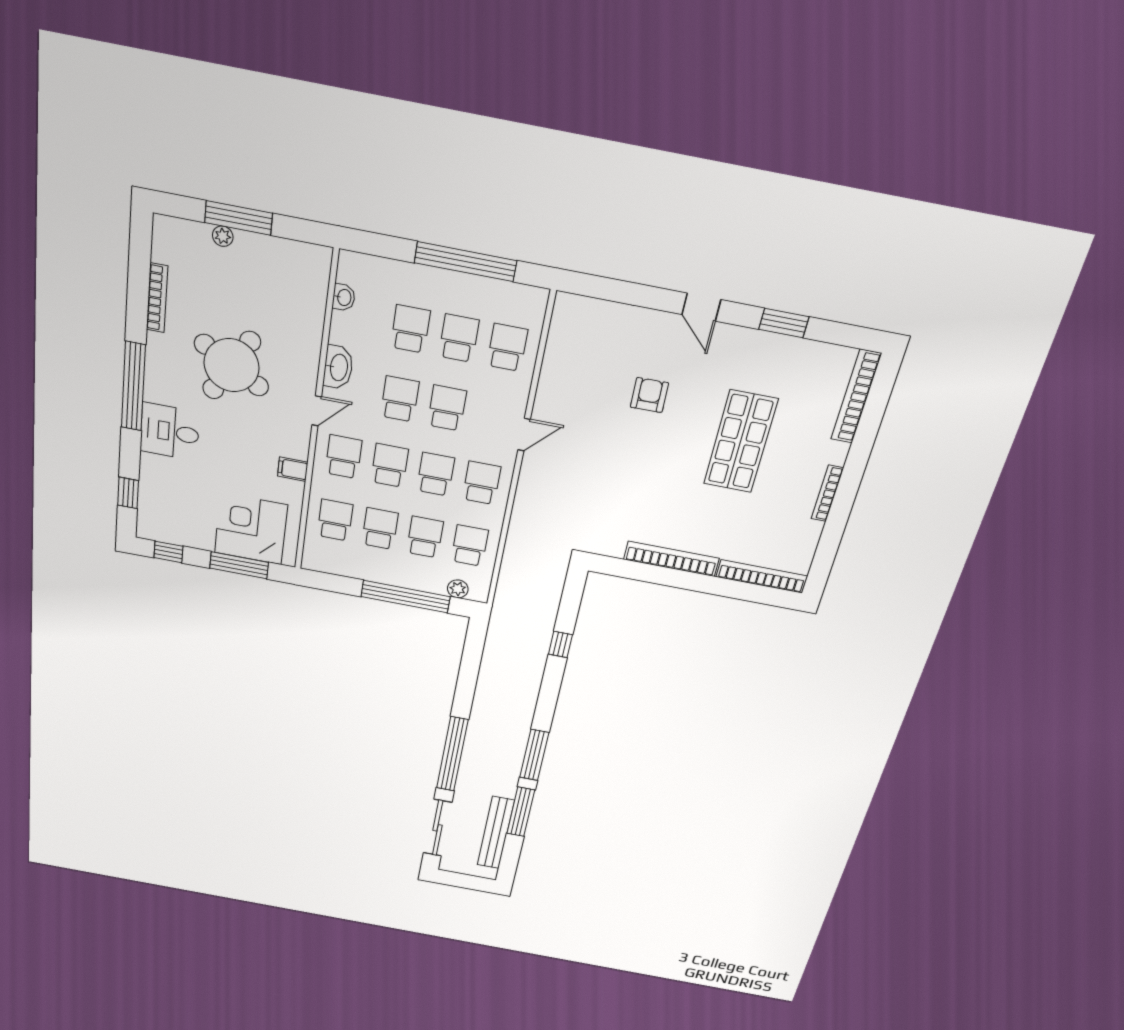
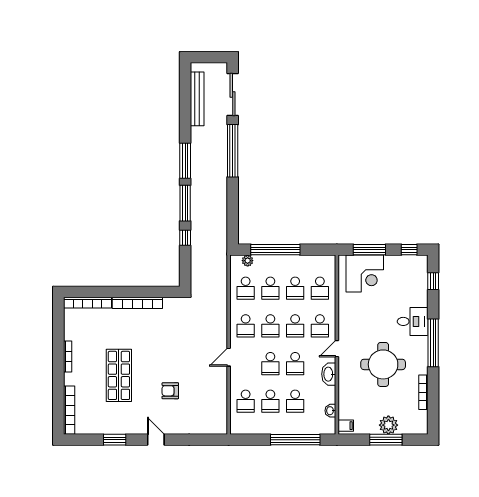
plant: (223, 236) -> (388, 425), width x1.87, depth x1.87
window: (466, 262) -> (295, 440), moved
round table: (232, 365) -> (383, 364), turned -30
armchair: (649, 395) -> (170, 391), turned 91
filing cabinet: (293, 469) -> (346, 426), moved
window: (521, 812) -> (185, 203), moved

